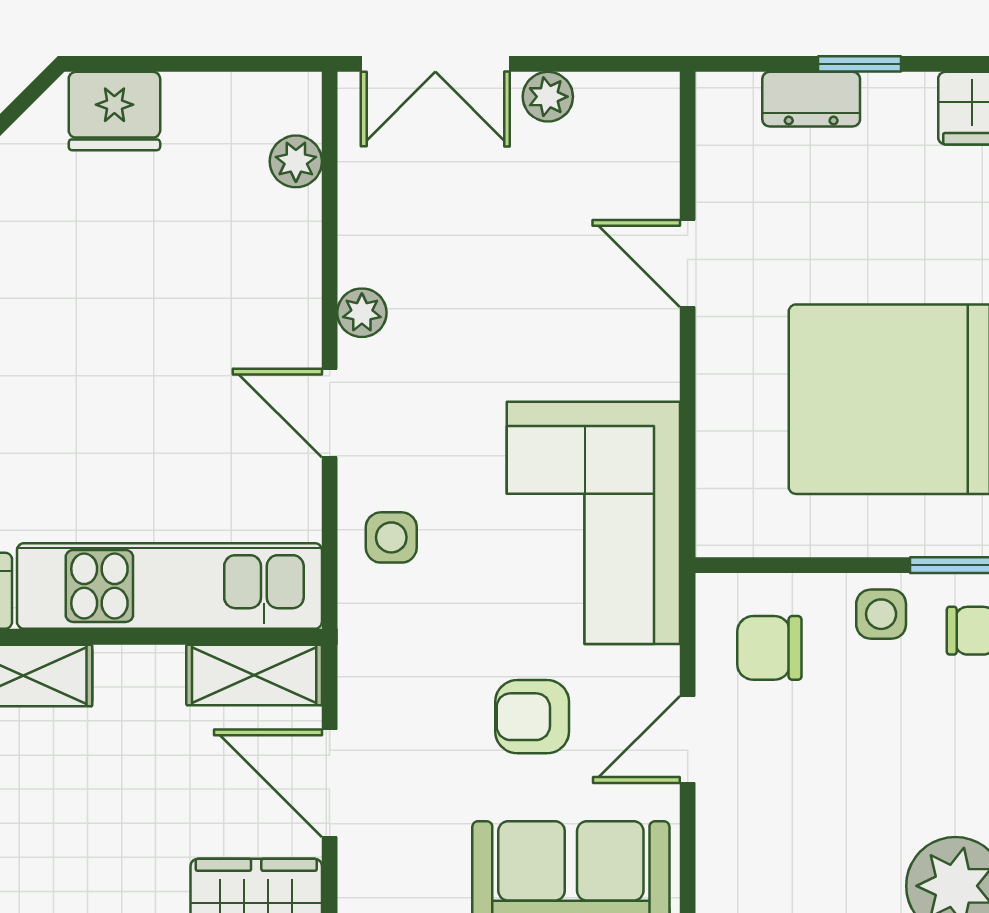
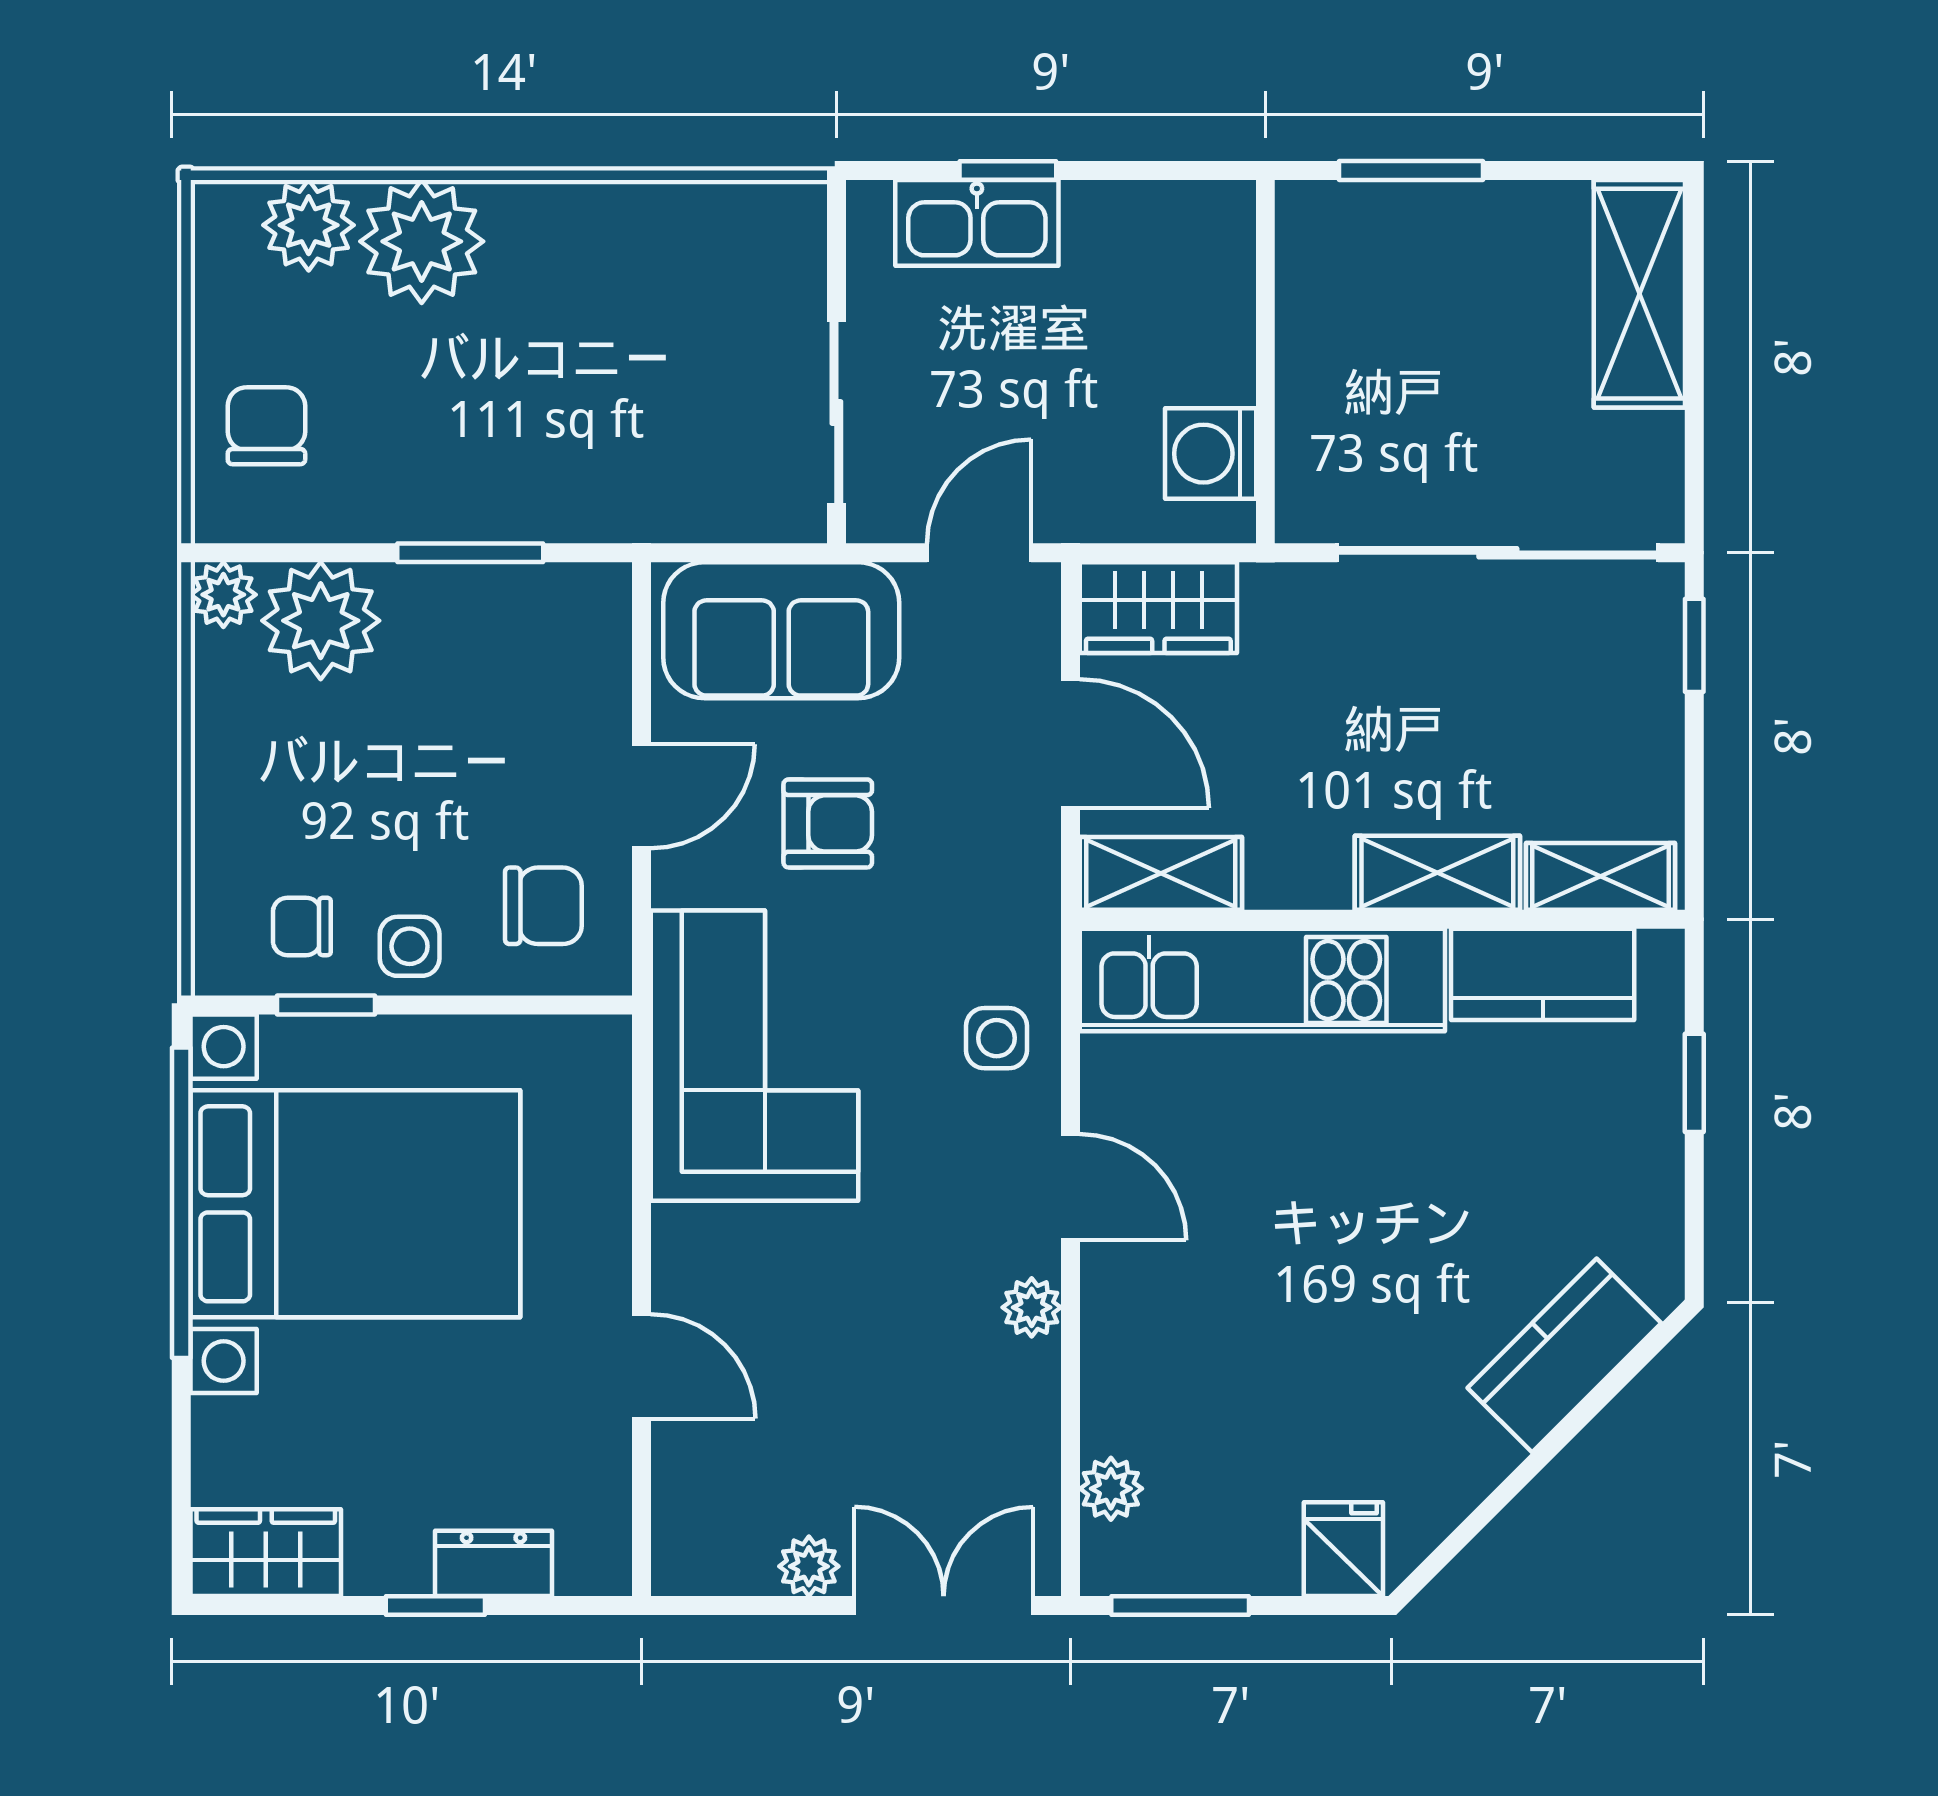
window: (238, 64) -> (1180, 1606), added
fridge: (114, 111) -> (1343, 1549), width x0.72

